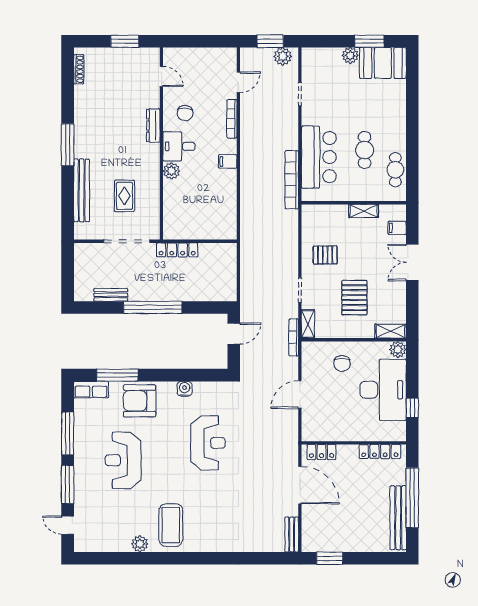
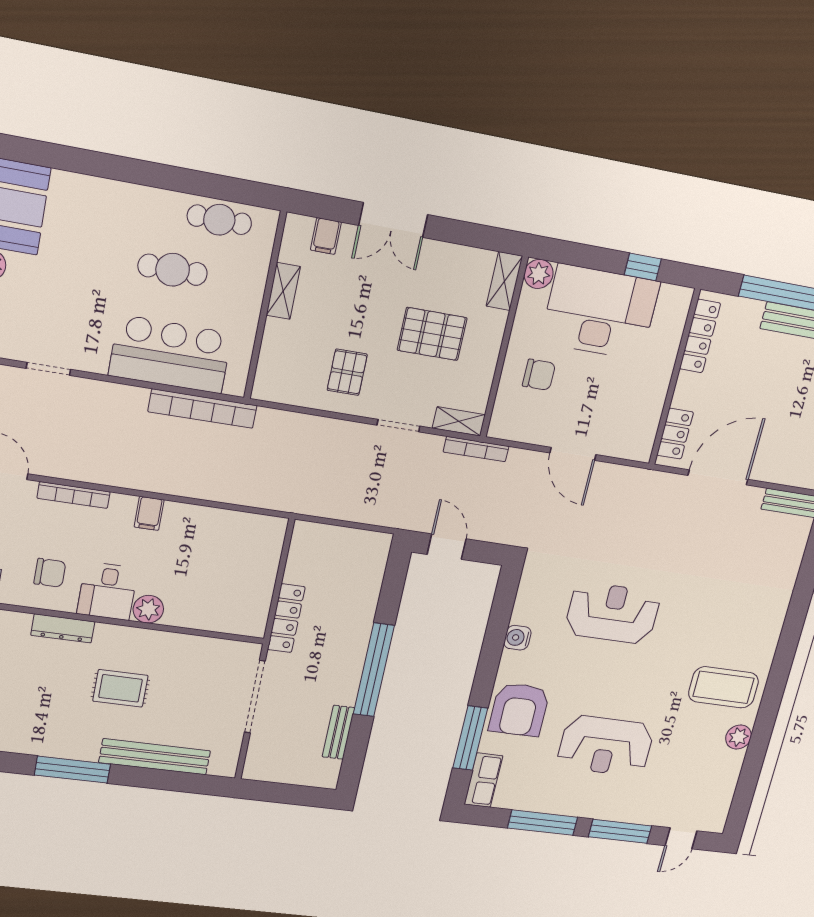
rug: (124, 196) -> (120, 688), moved

